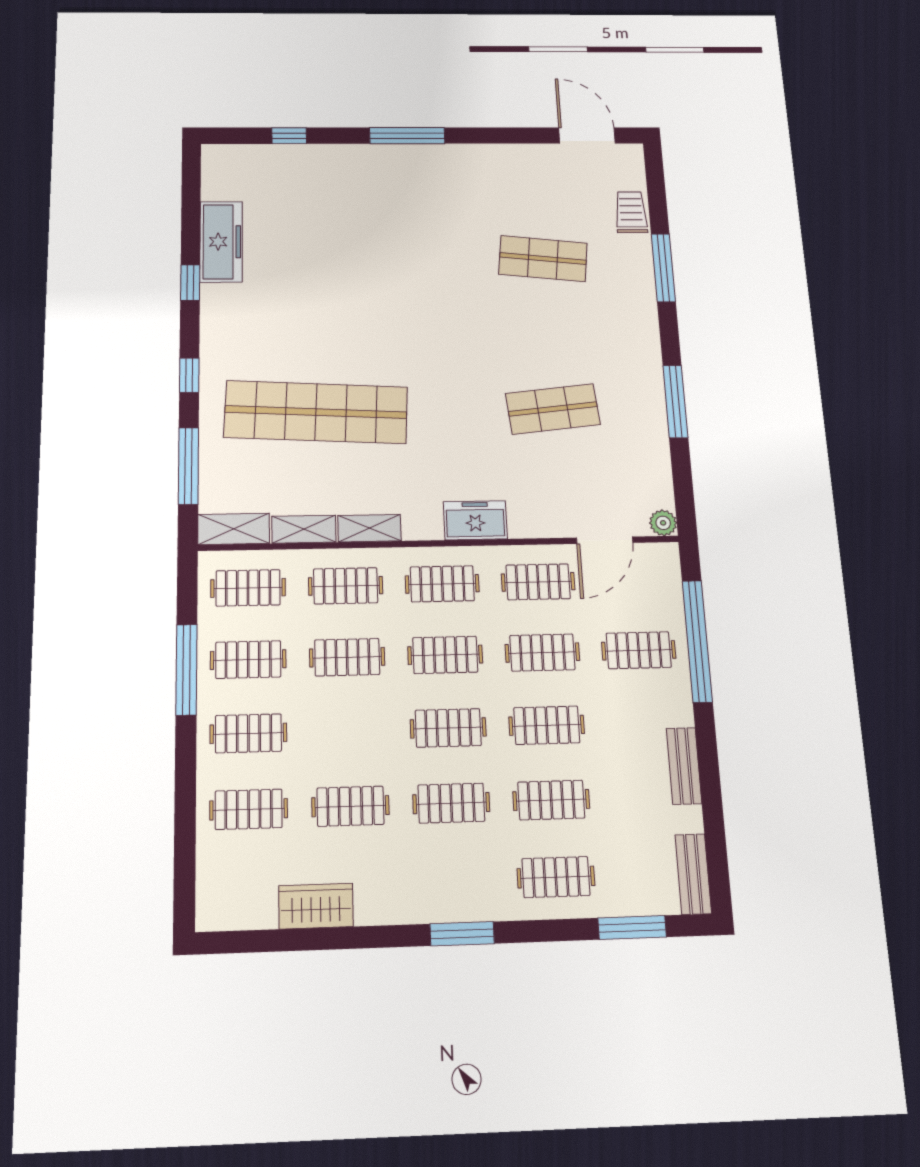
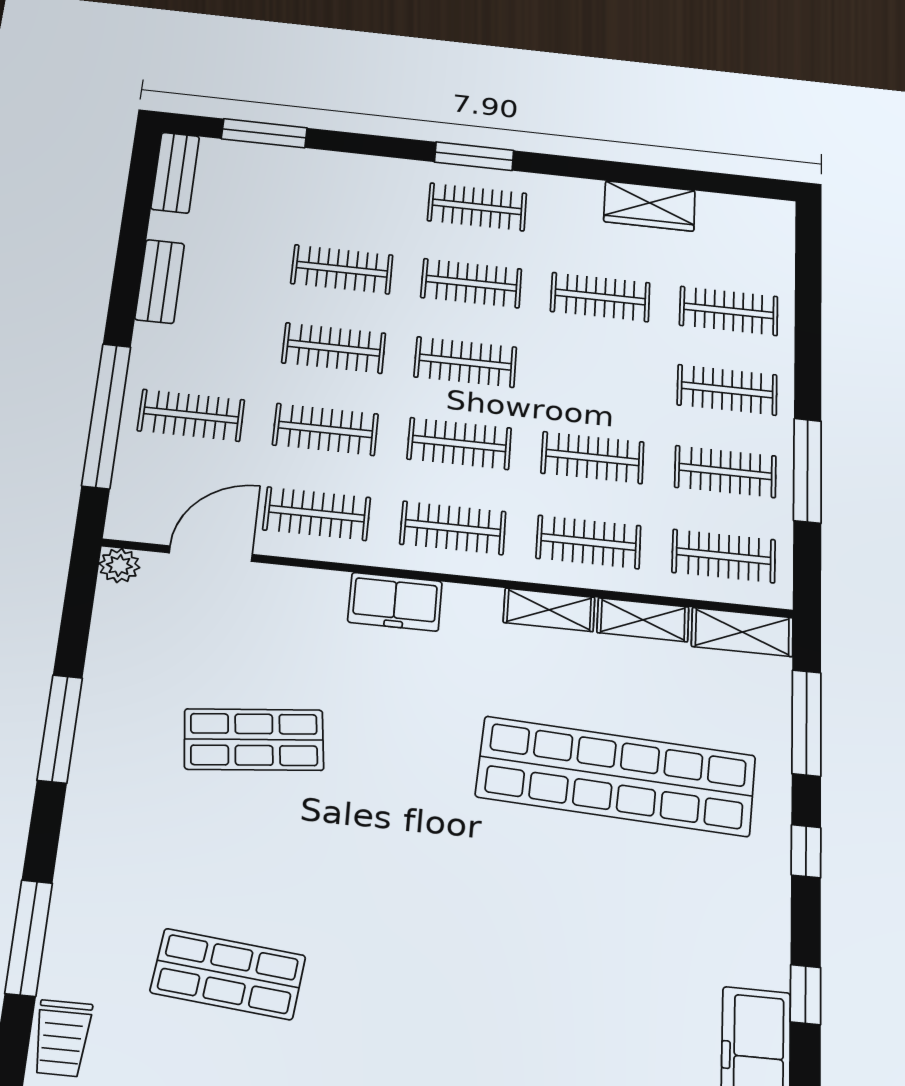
clothes rail: (556, 877) -> (477, 207), moved

